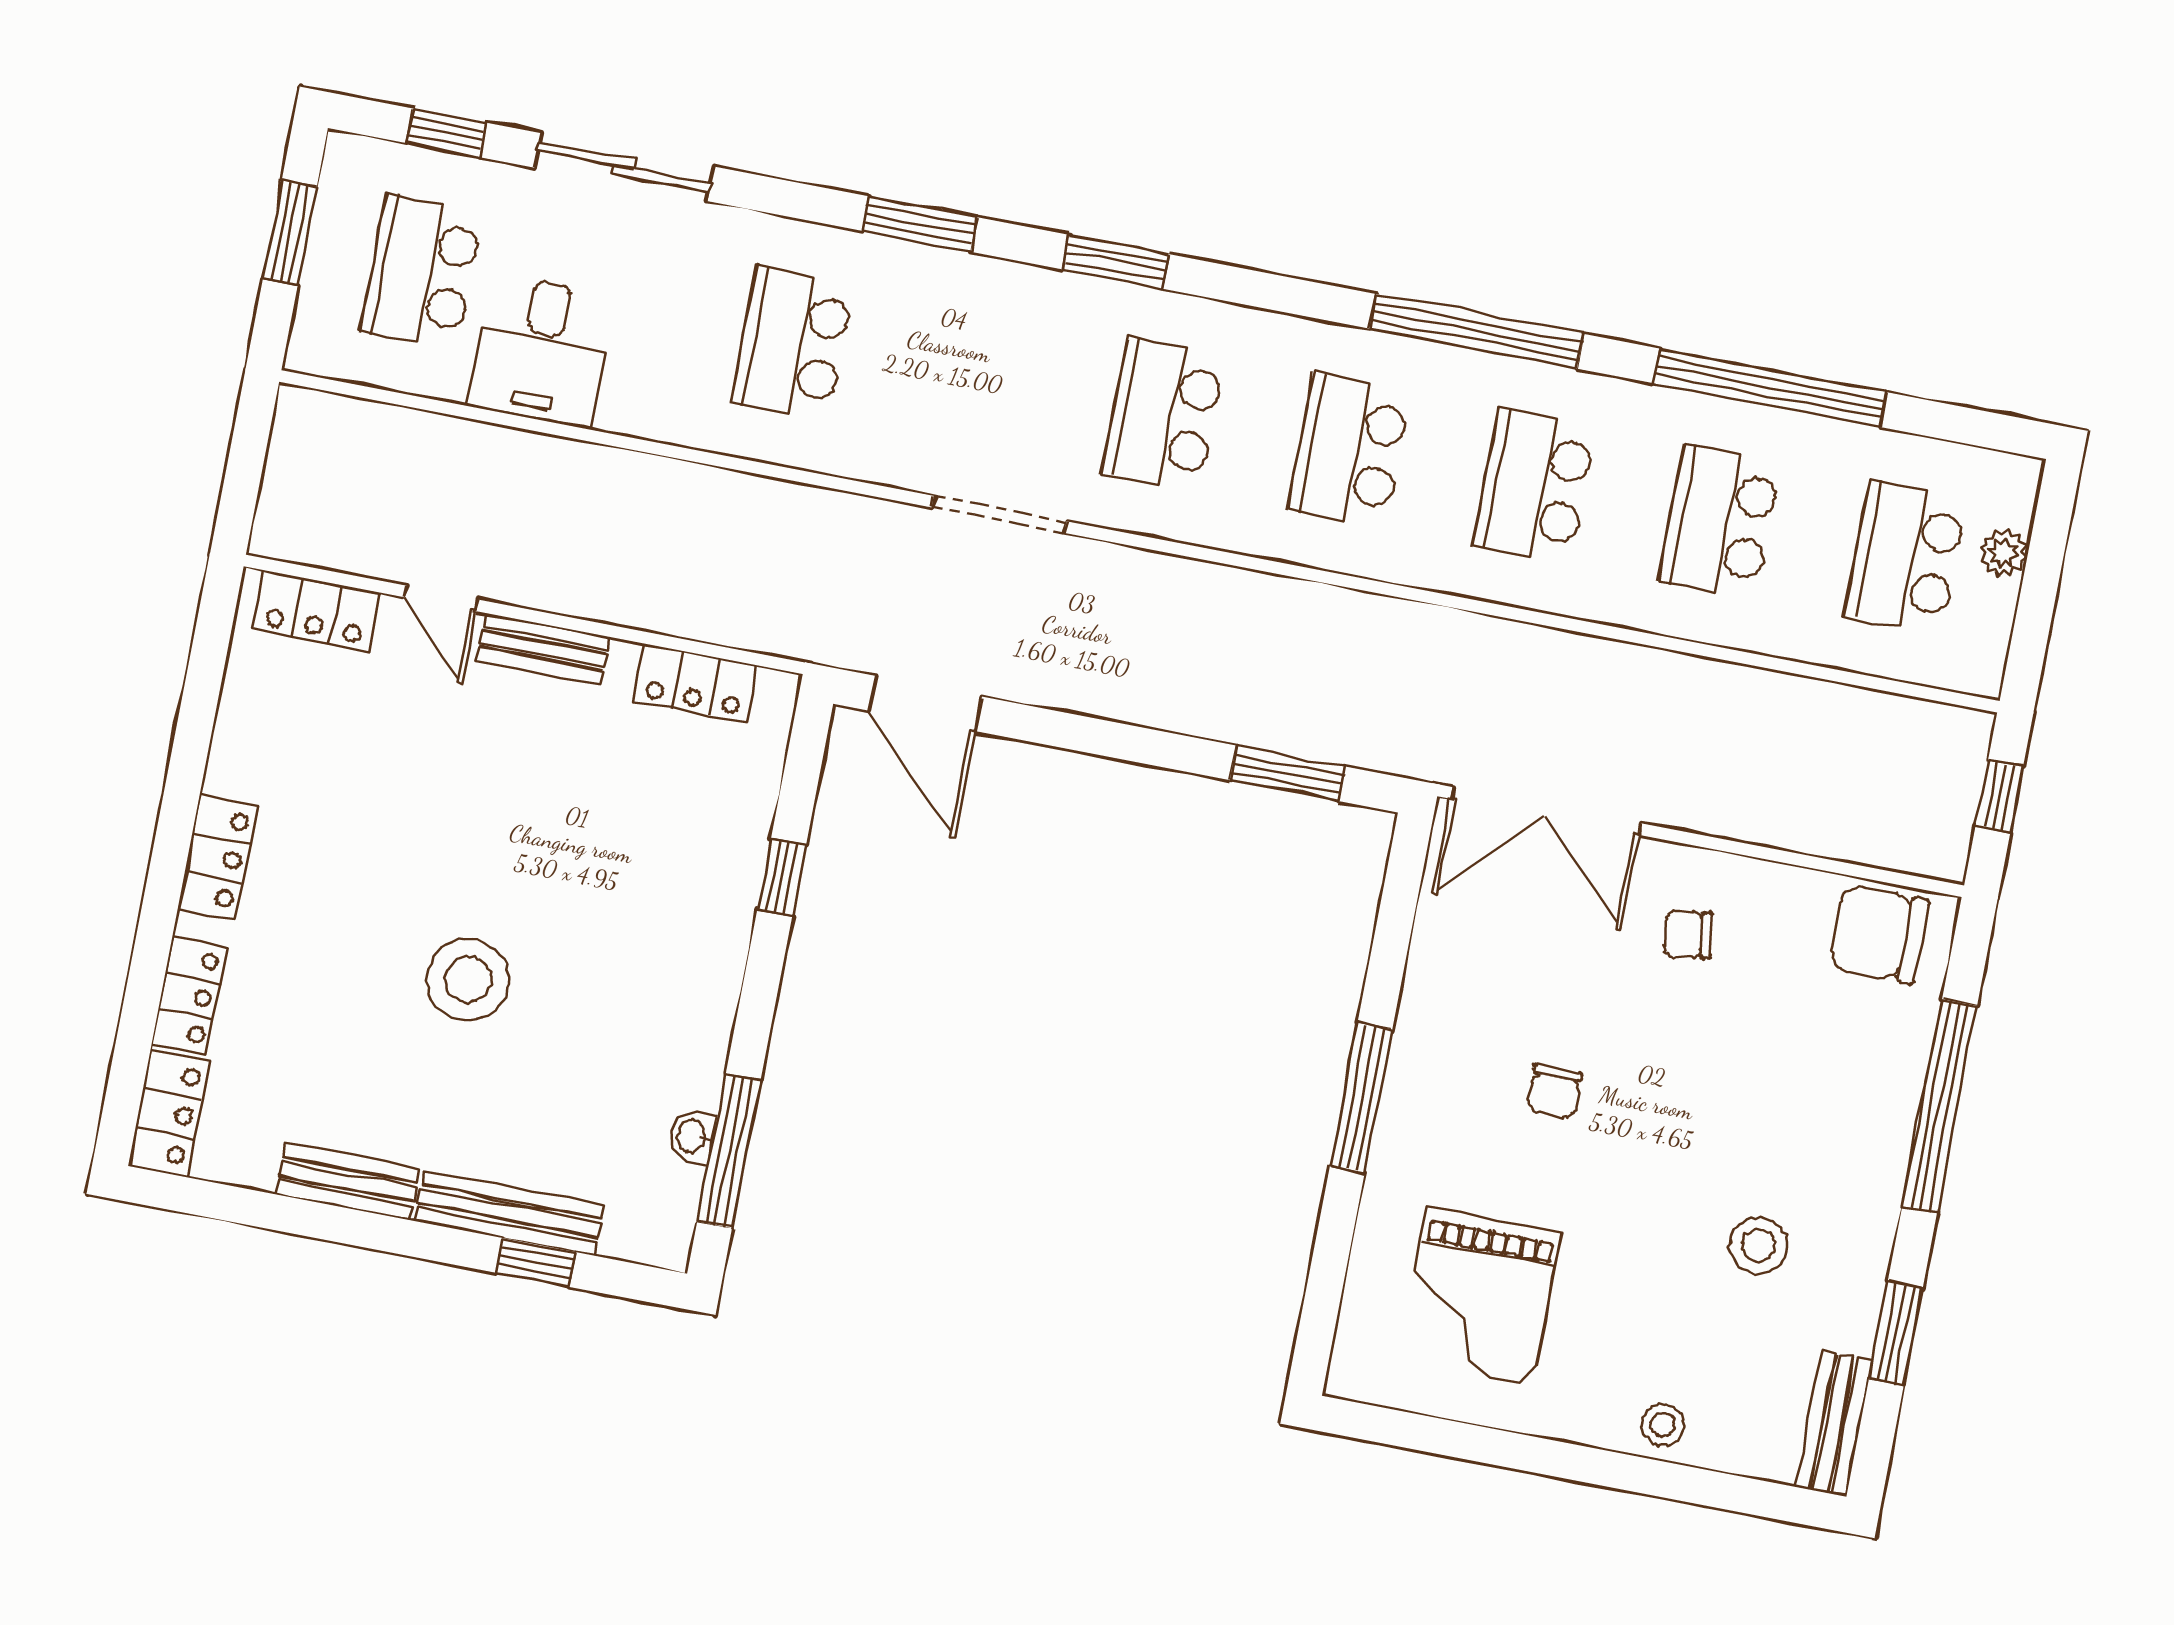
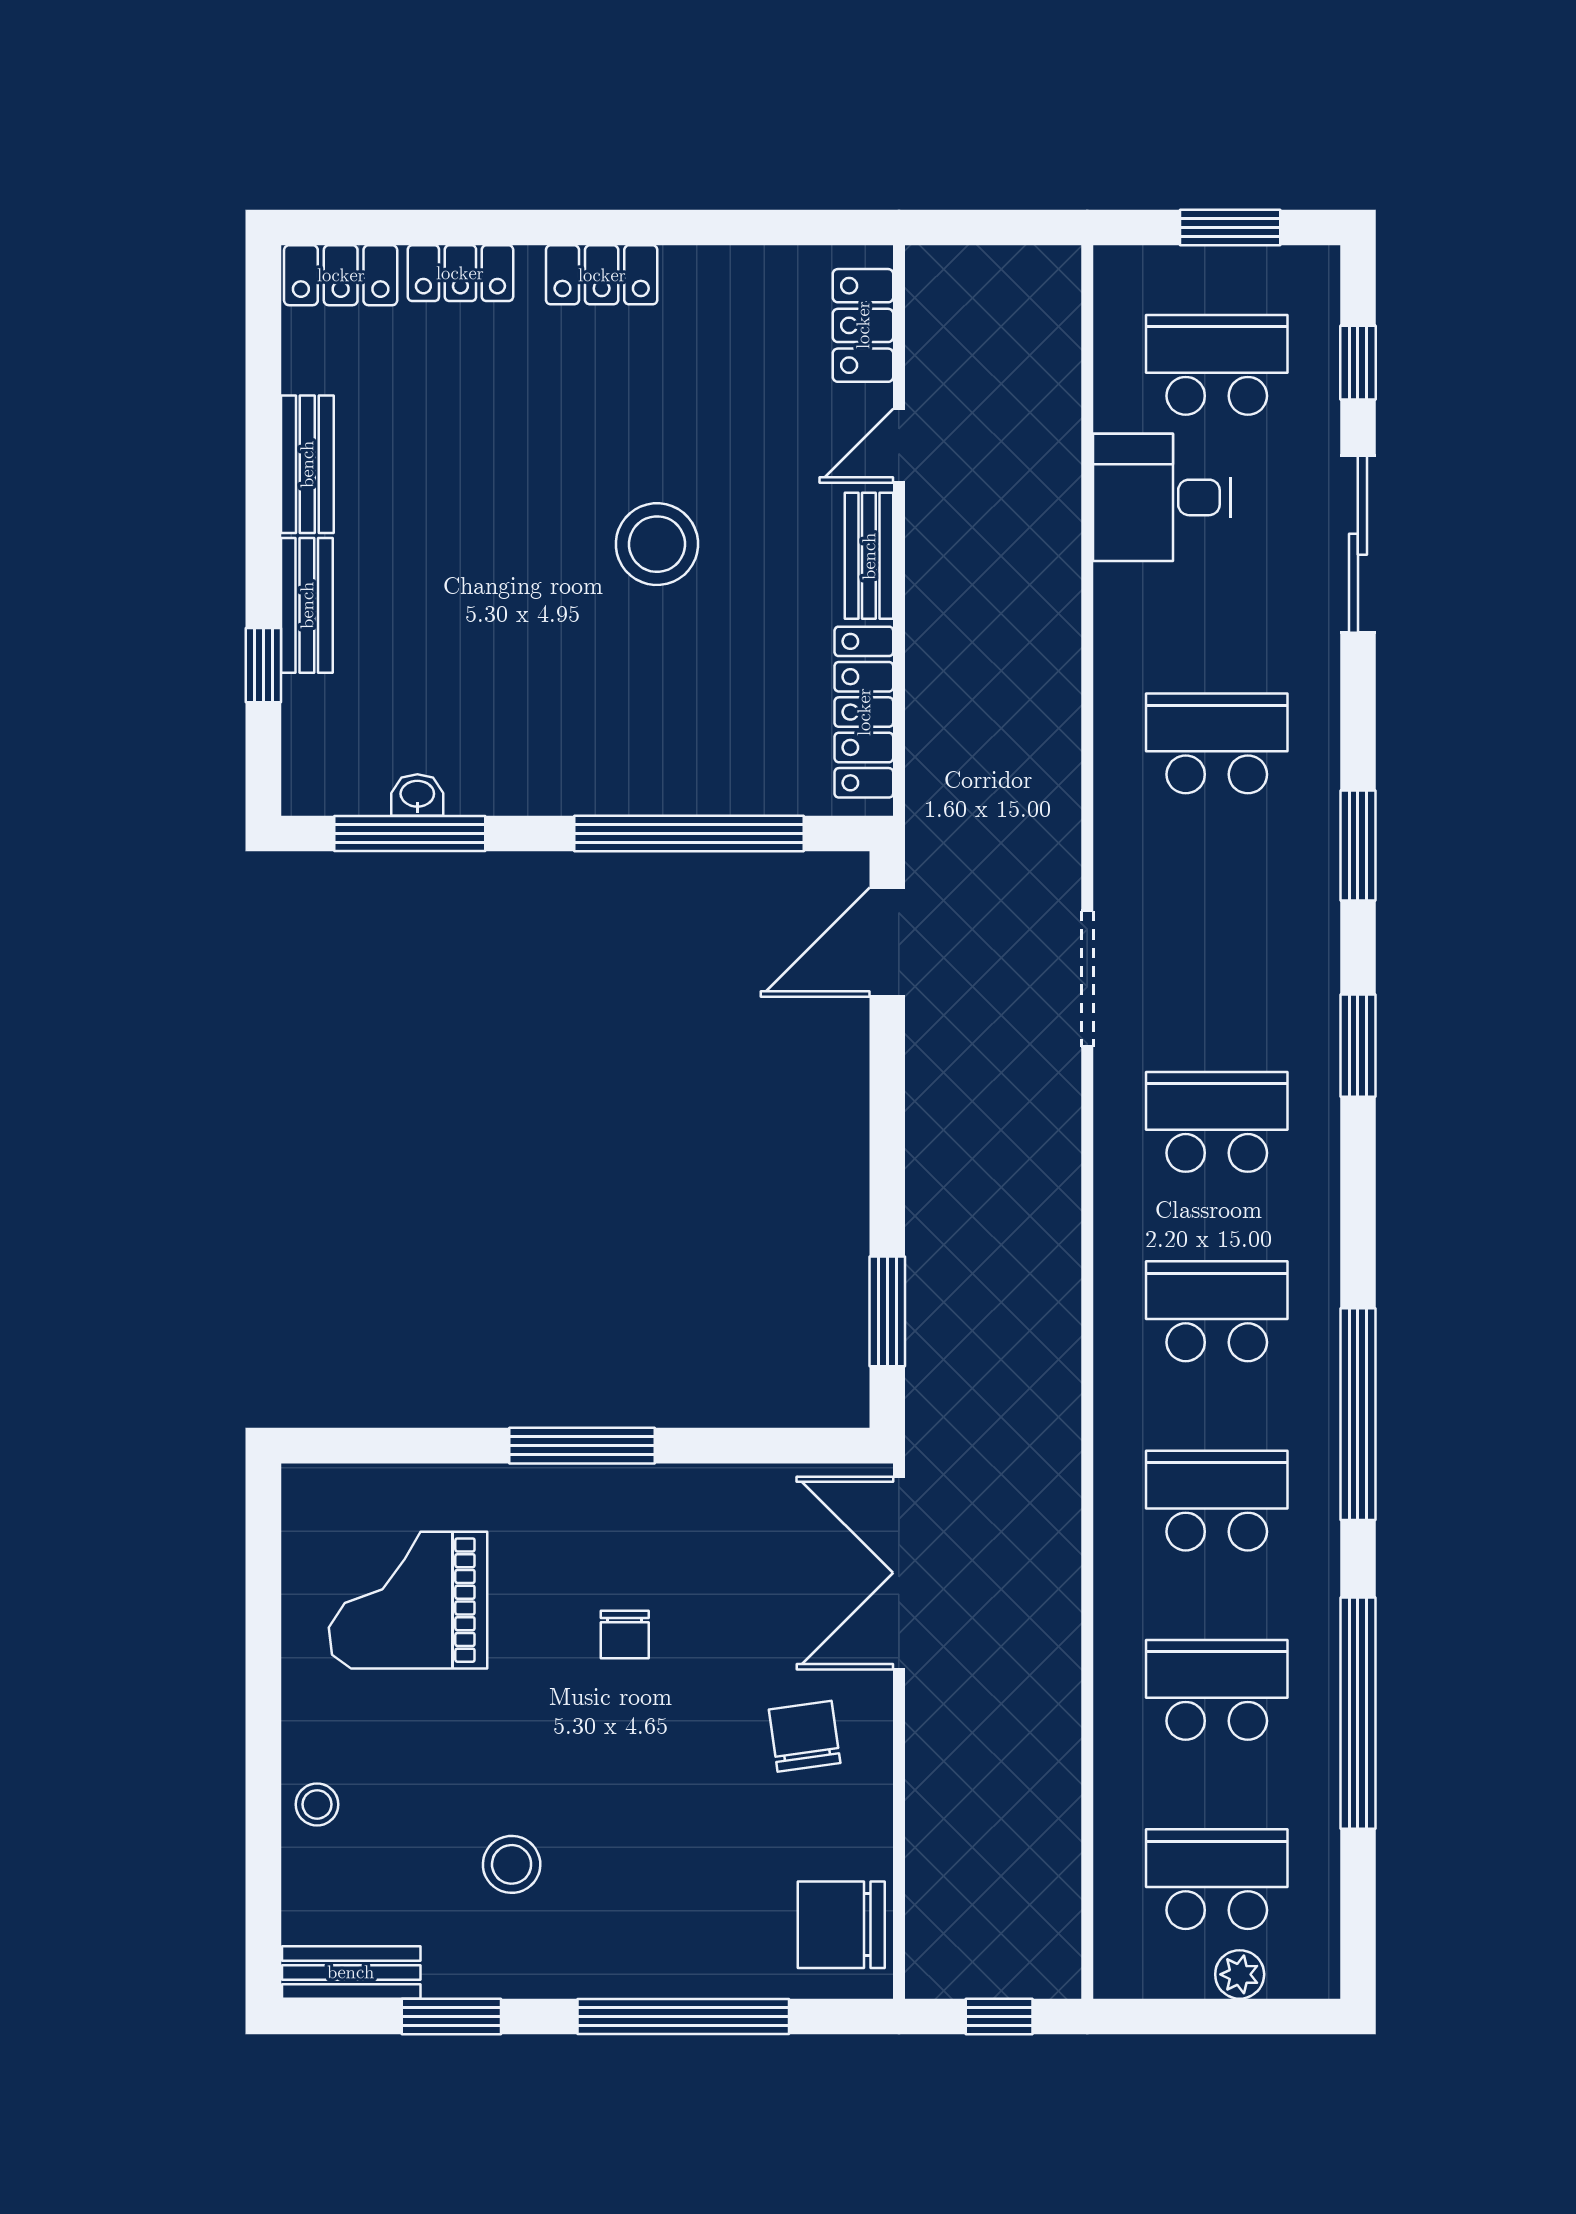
locker: (696, 683) -> (864, 712), width x1.53
window: (782, 877) -> (689, 834), width x3.17
chair: (1688, 934) -> (805, 1736), width x1.37, depth x1.37
chair: (1879, 934) -> (841, 1925), turned -90
stool: (468, 979) -> (657, 544), moved
chair: (1554, 1091) -> (625, 1634), turned -90
bench: (510, 1213) -> (307, 605), width x0.73

